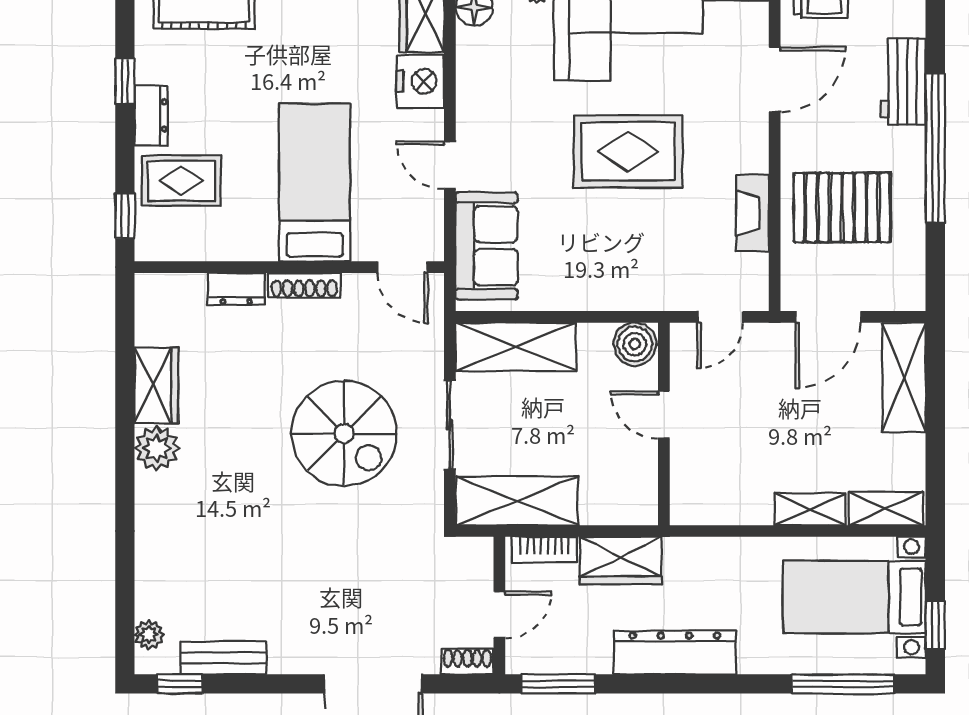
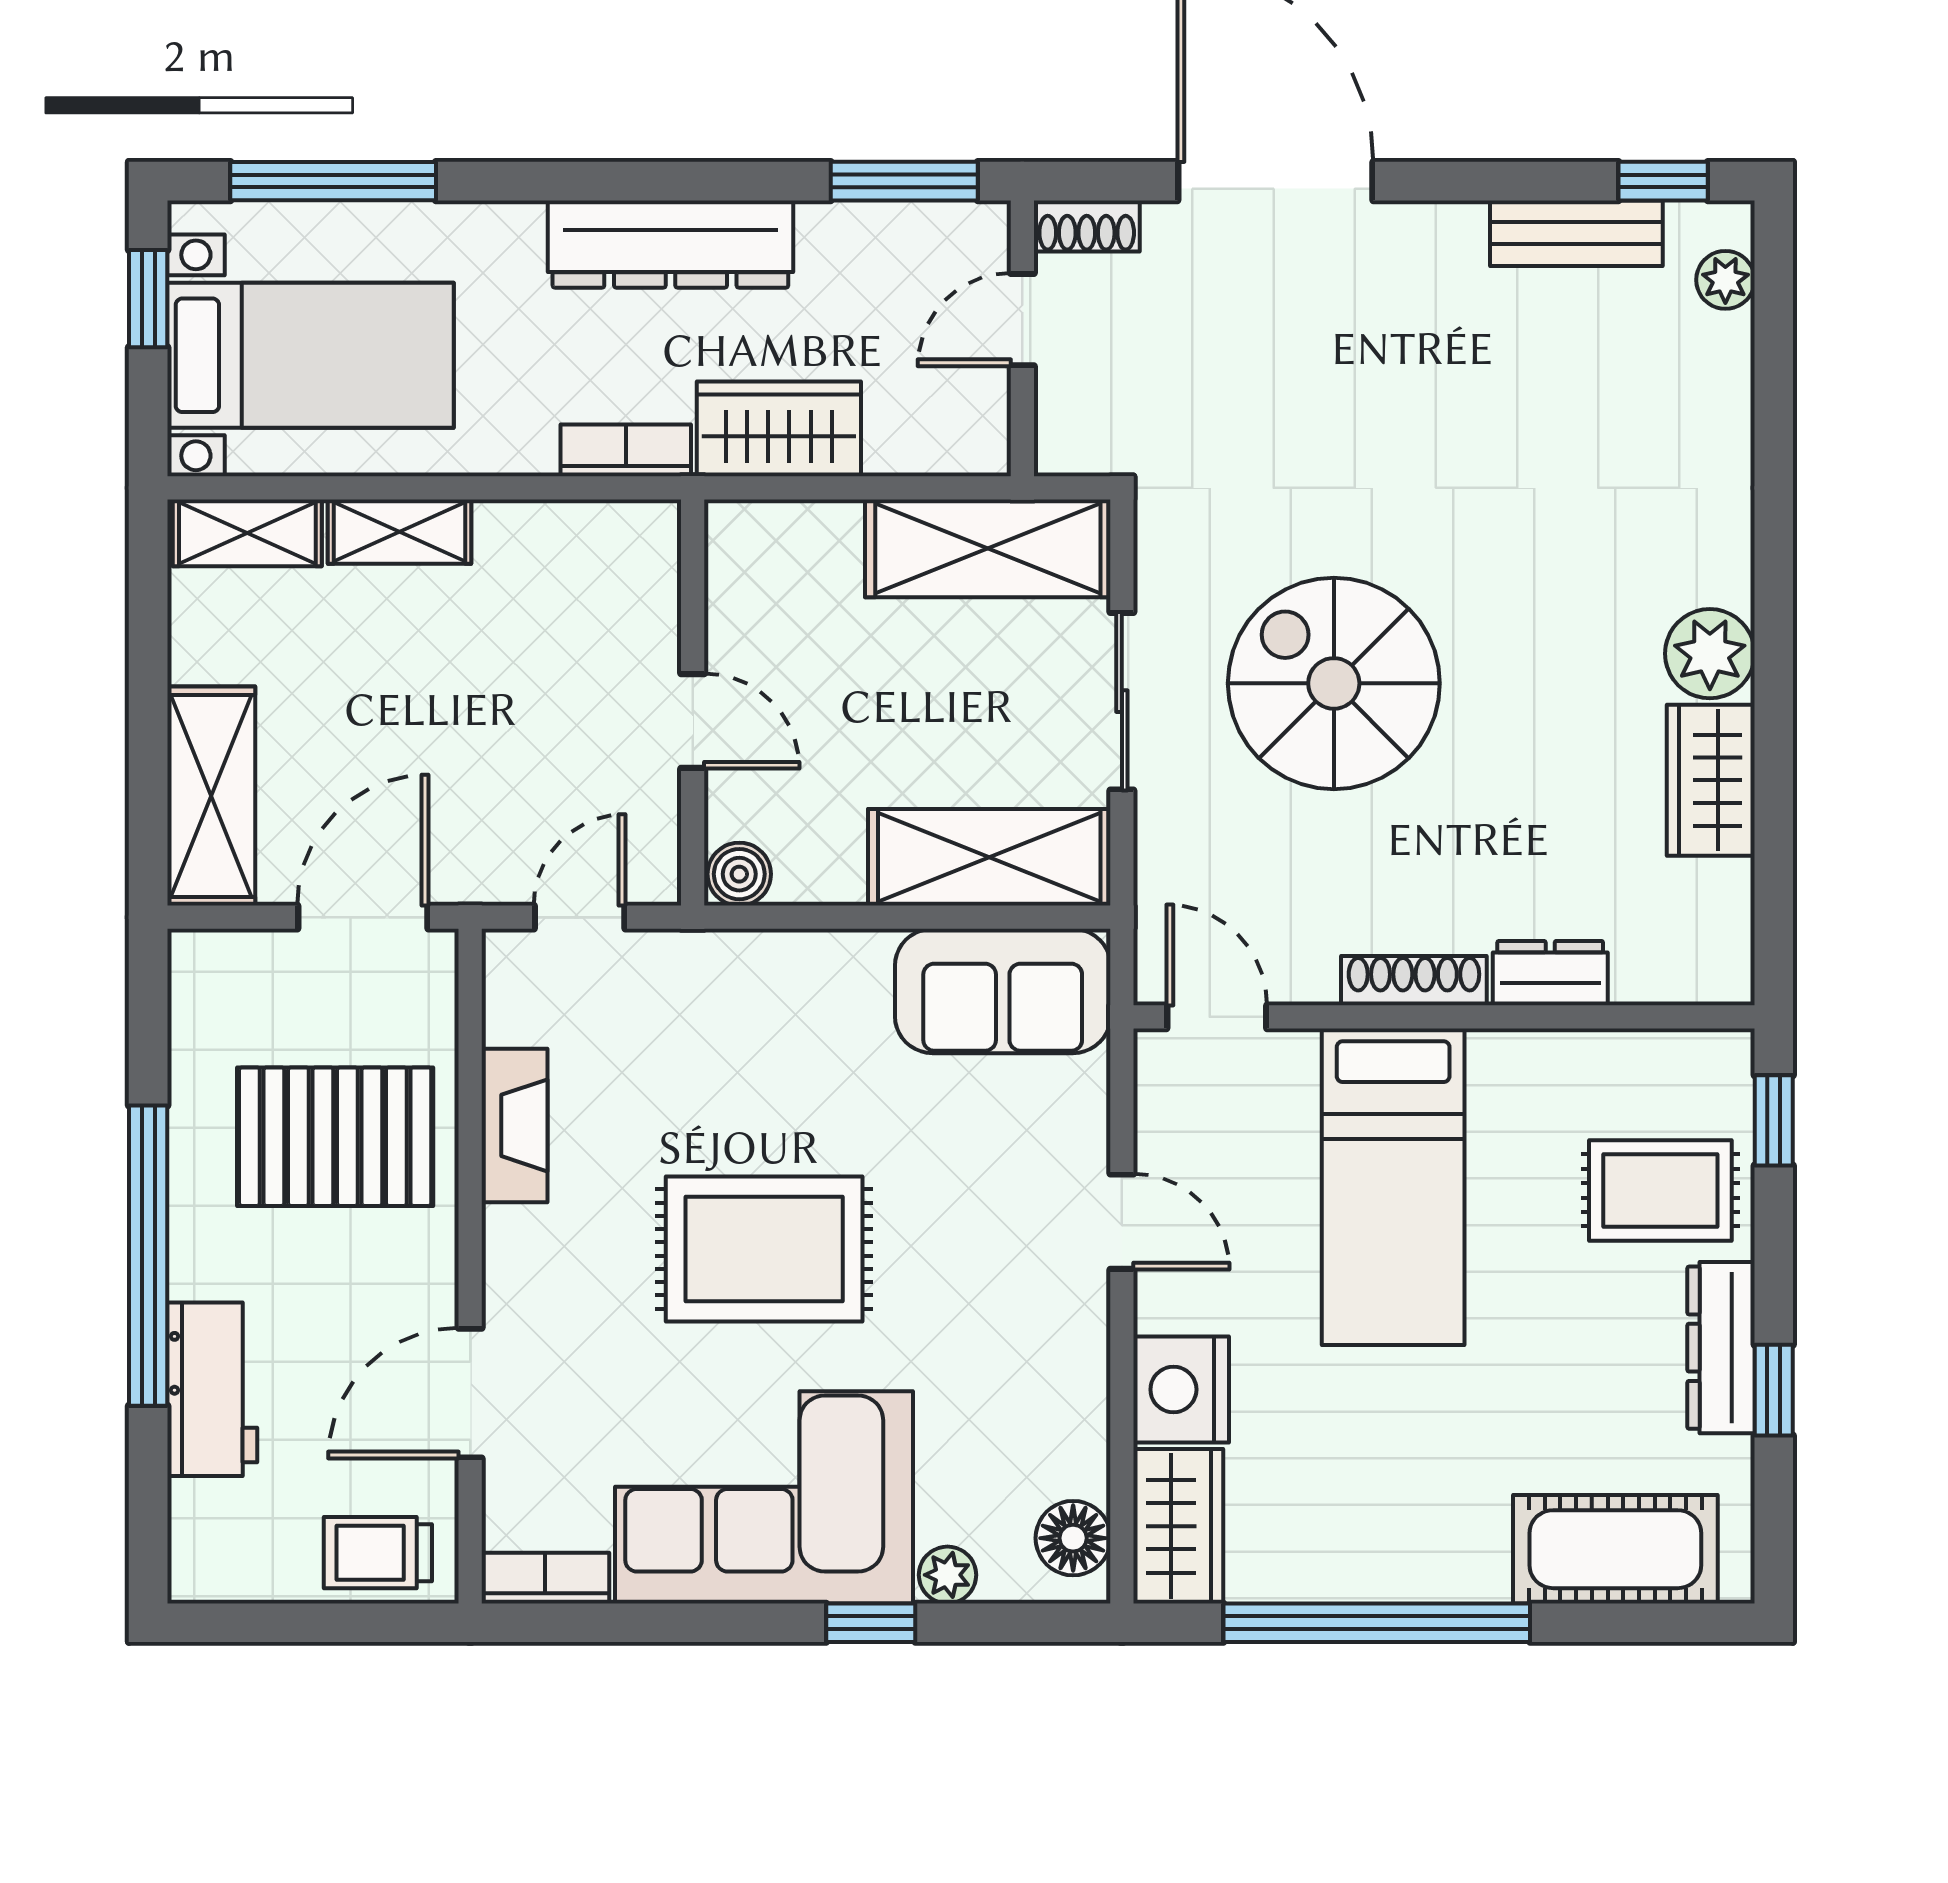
dresser: (151, 115) -> (1721, 1348), width x1.44
sofa: (487, 246) -> (1003, 991), moved, turned -90
boiler: (635, 344) -> (739, 874), width x0.73, depth x0.73
bookcase: (544, 550) -> (626, 450), moved

